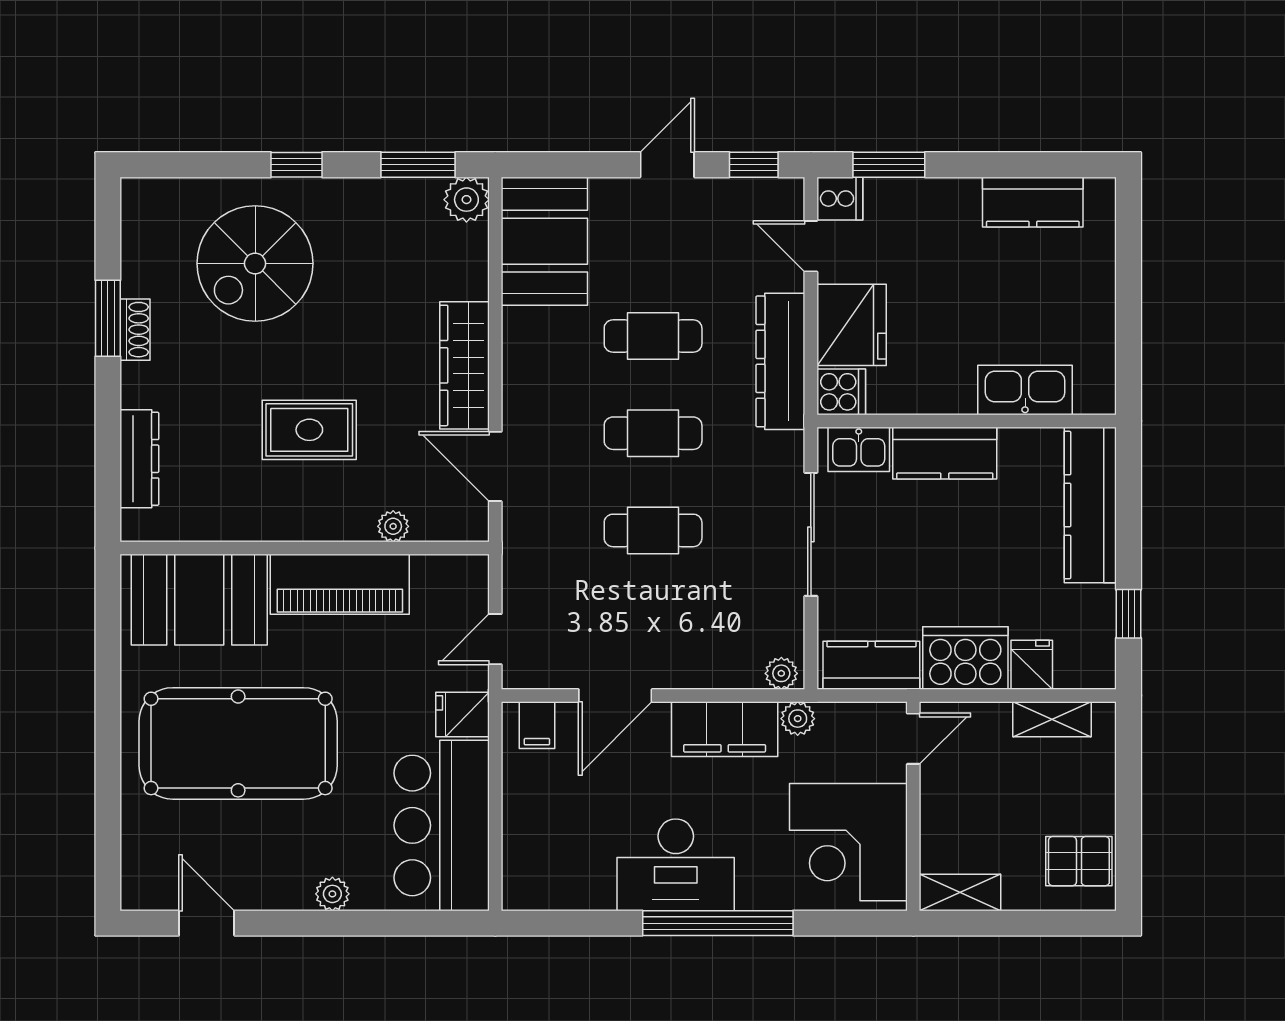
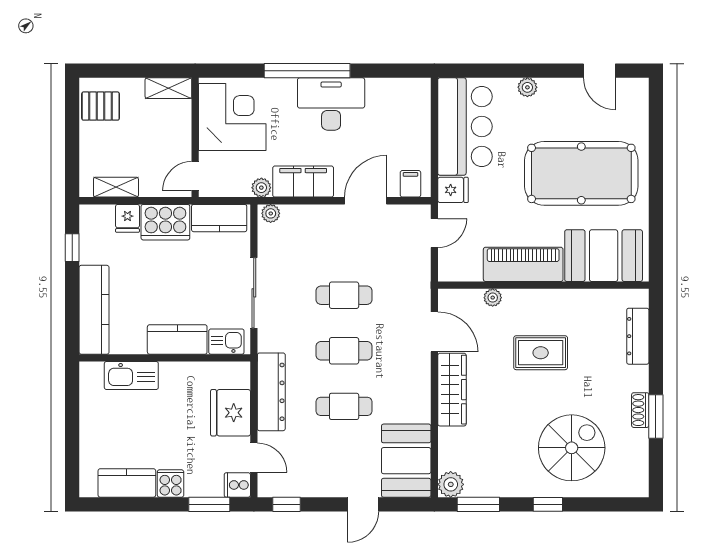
door: (667, 165) -> (363, 504), moved
cooker: (841, 392) -> (171, 483), moved, turned 90

